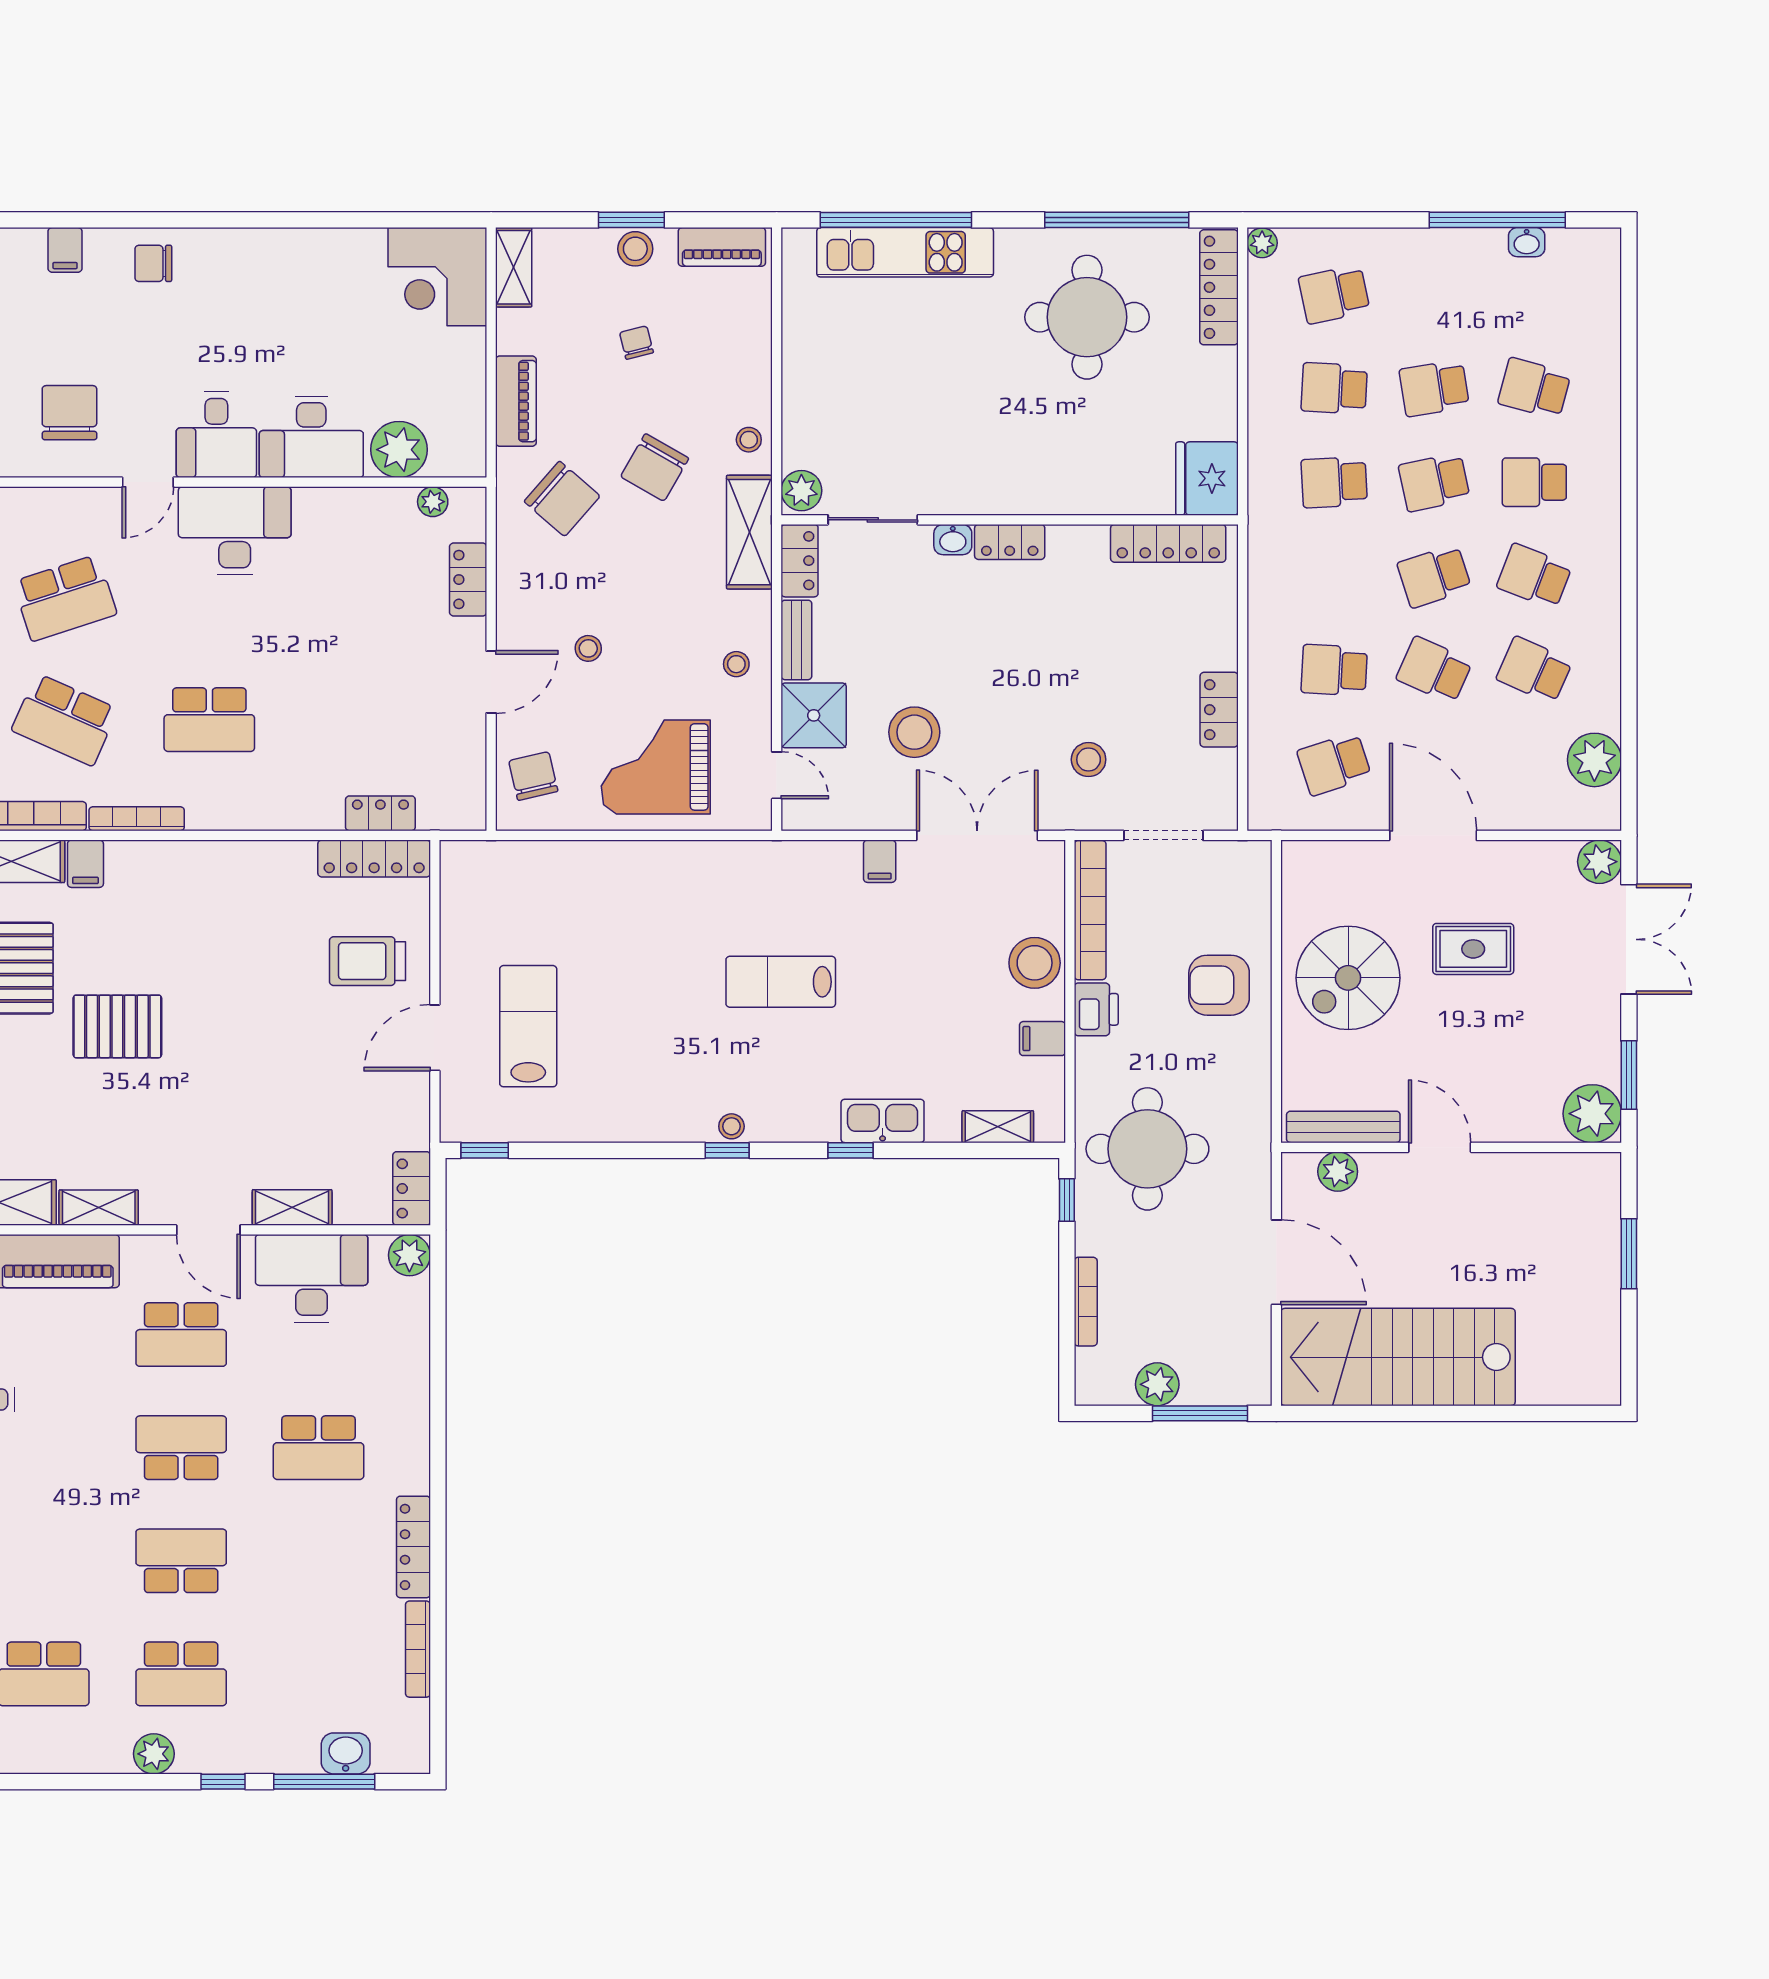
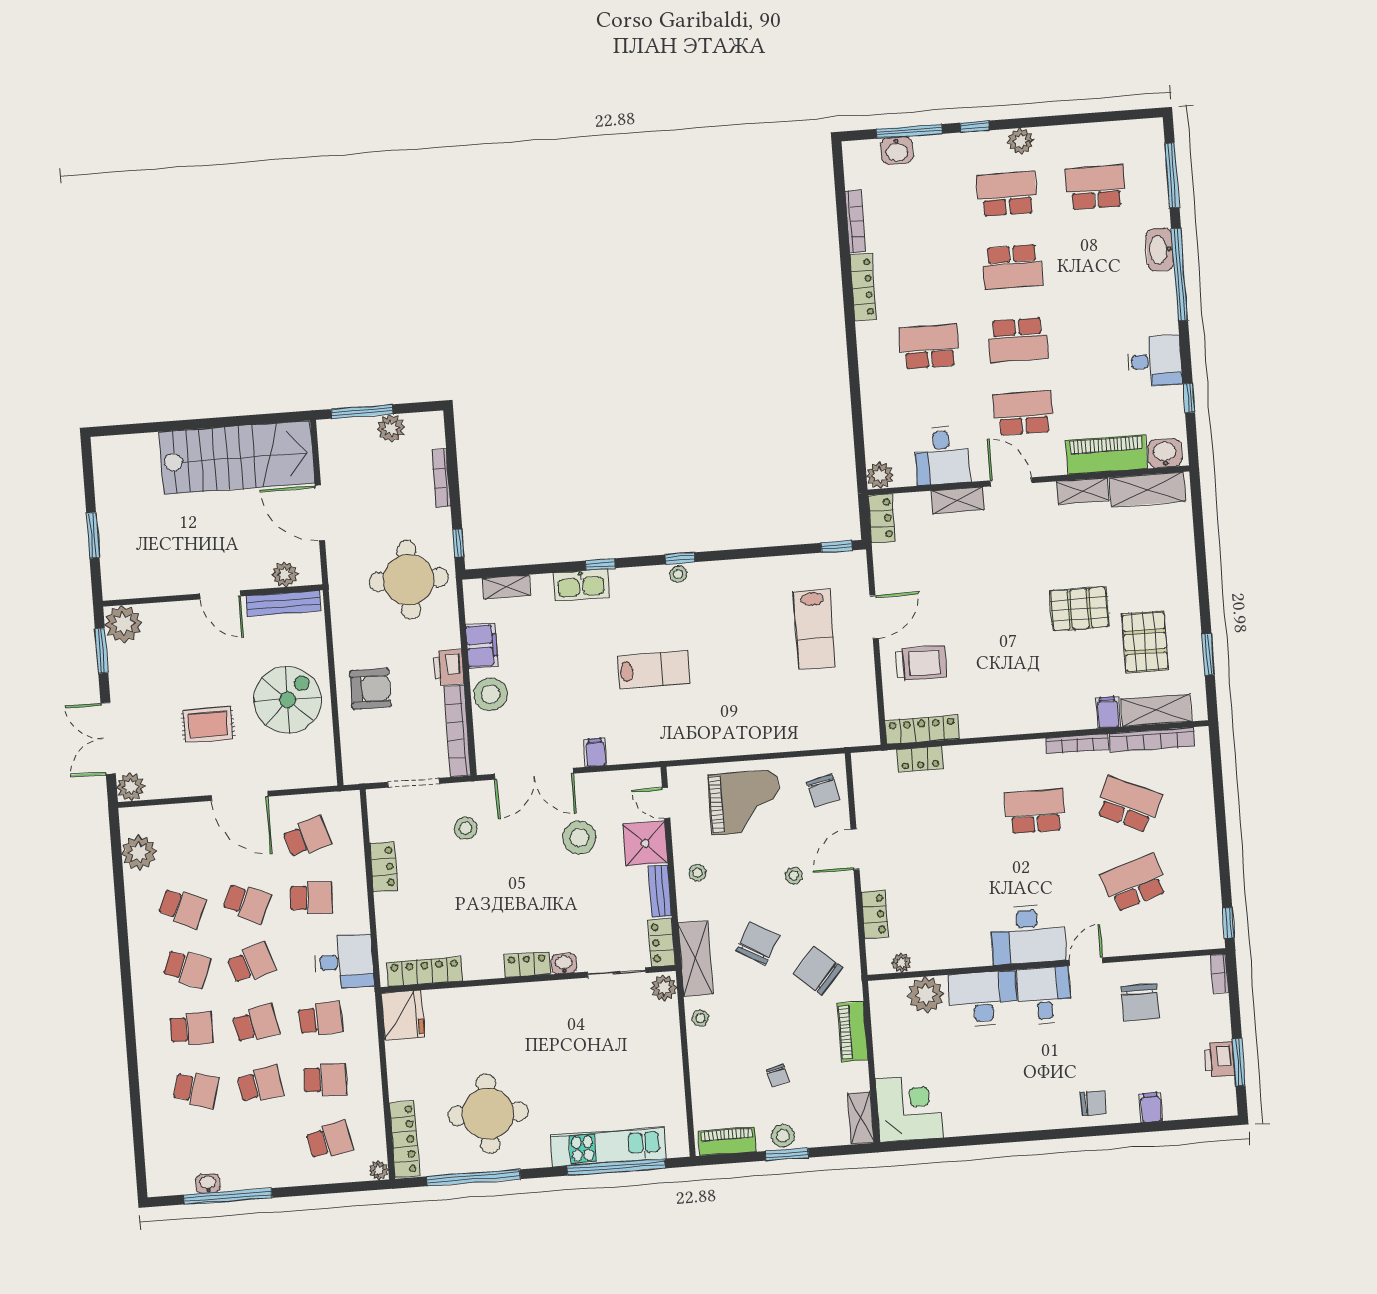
chair: (655, 467) -> (758, 943), moved
desk: (1291, 568) -> (344, 962), added
filing cabinet: (1042, 1039) -> (482, 646), width x2.00
desk: (312, 1278) -> (942, 455), width x0.73

